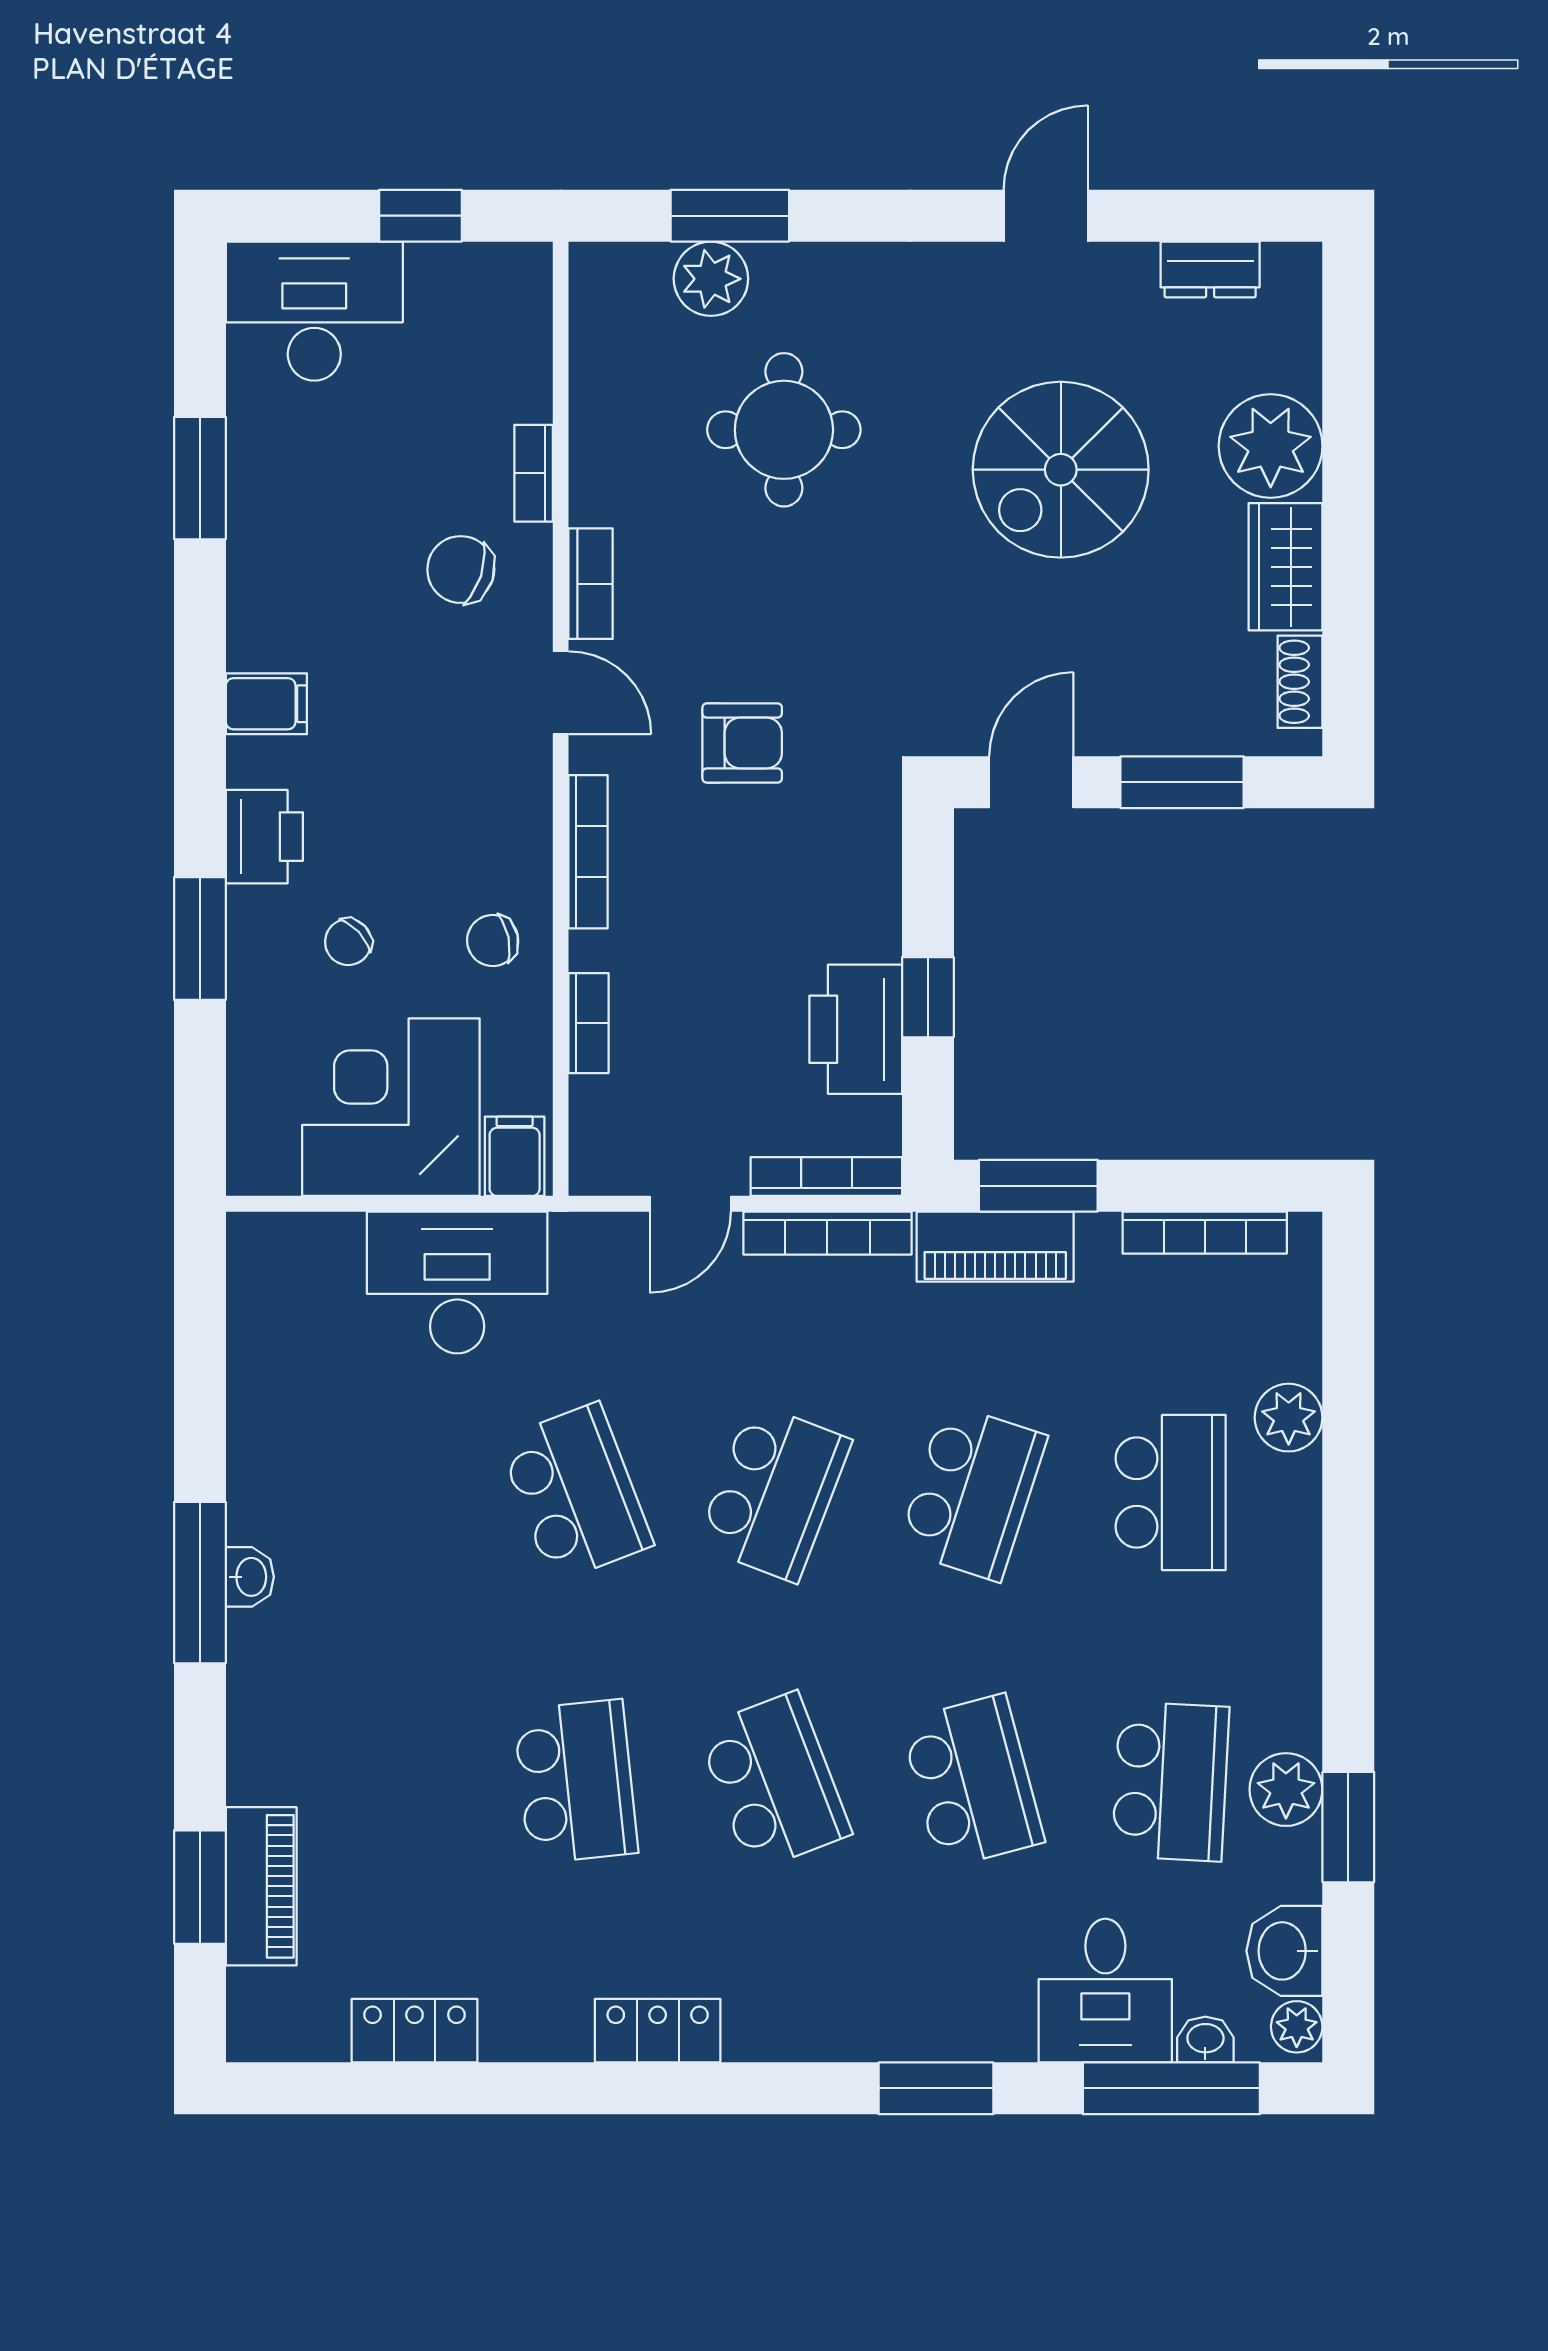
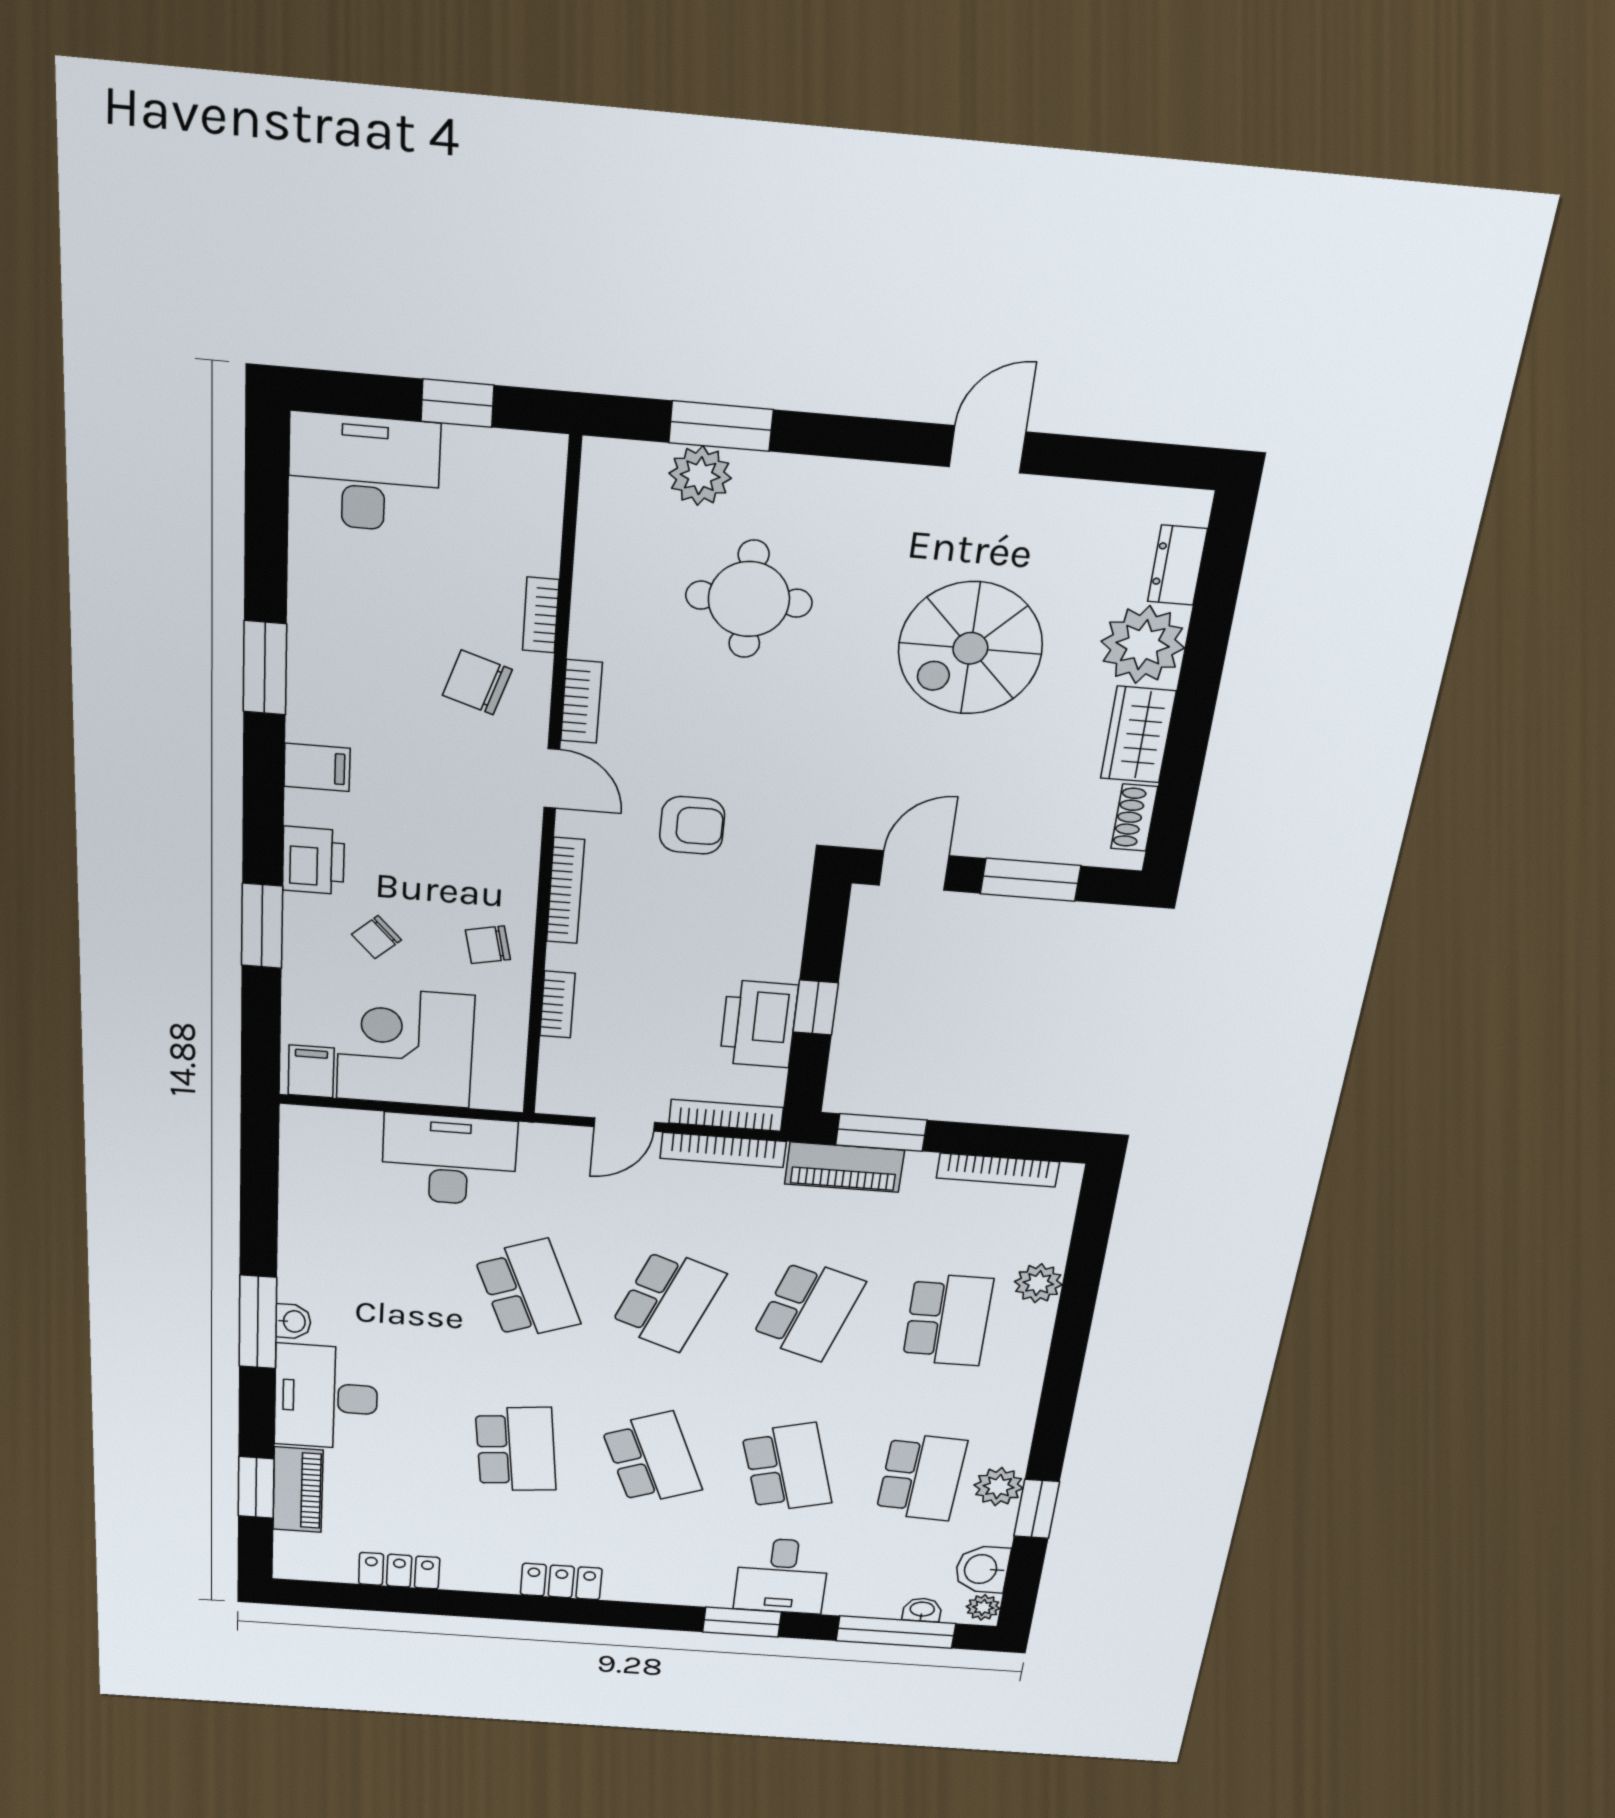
dresser: (1210, 269) -> (1177, 565), moved, turned 90
window: (200, 478) -> (265, 668), moved
filing cabinet: (515, 1156) -> (311, 1071), moved
desk: (299, 1709) -> (326, 1397), added
desk: (1105, 1991) -> (782, 1576), moved

